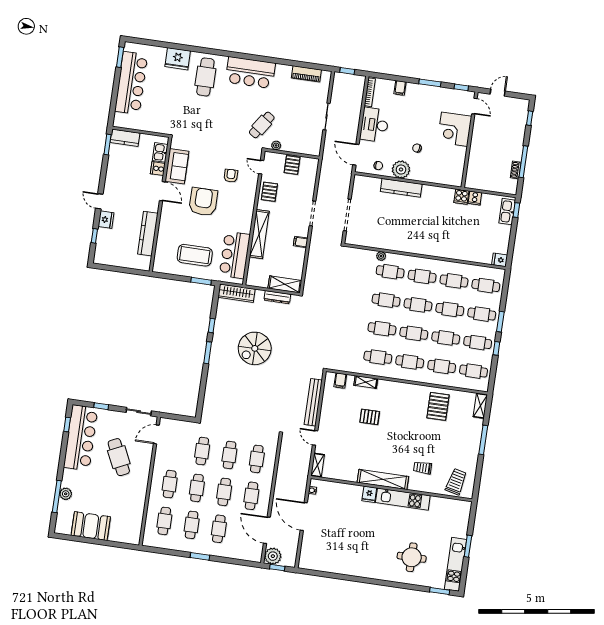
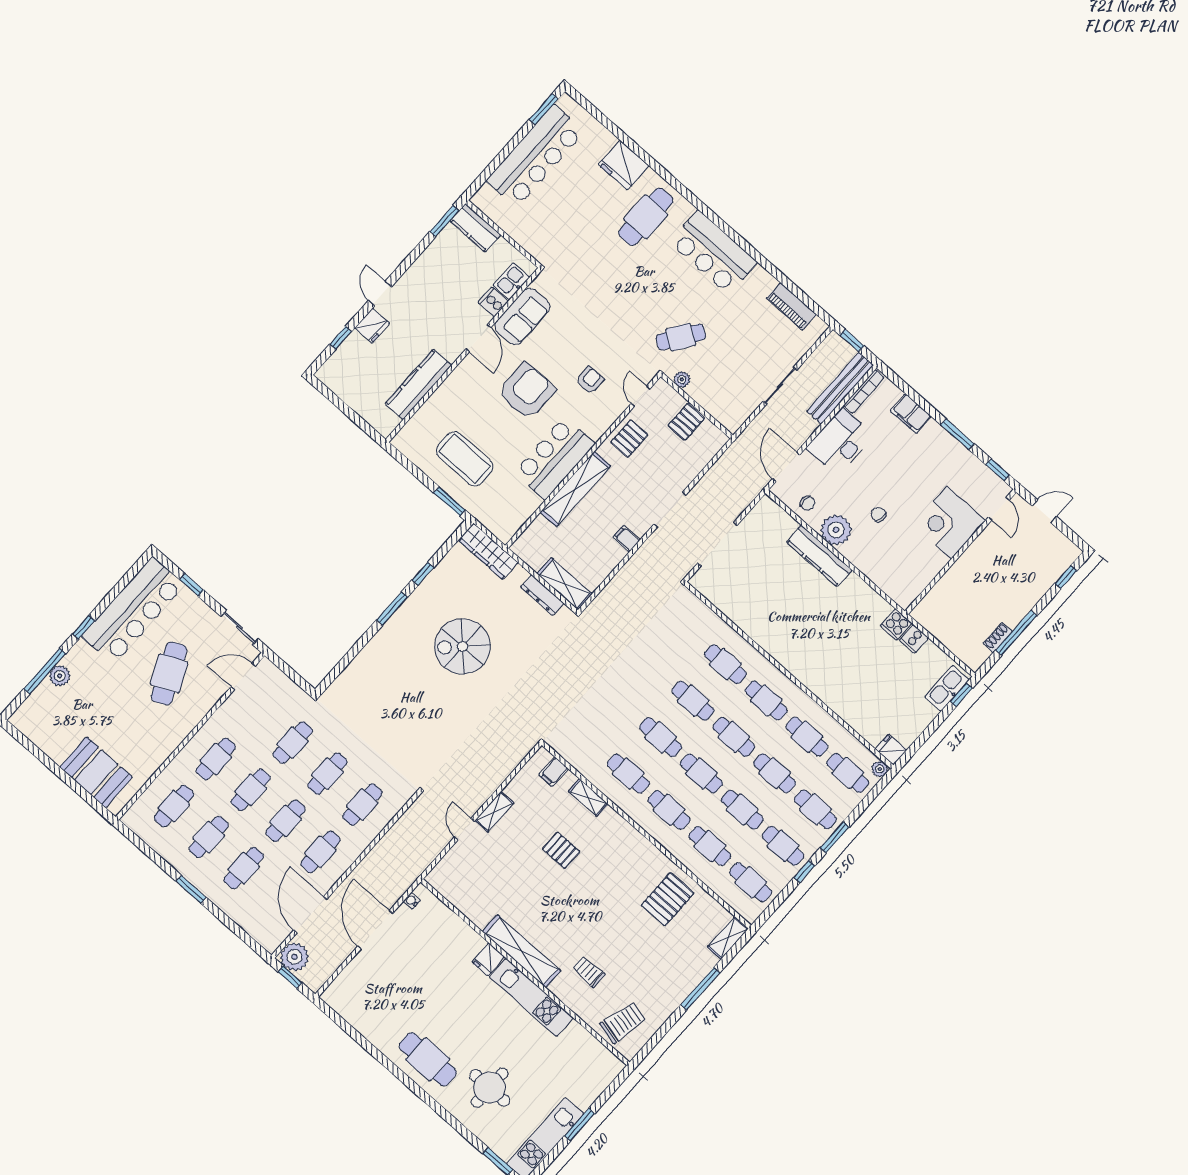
filing cabinet: (400, 88) -> (911, 414), width x2.00
bar counter: (235, 255) -> (555, 458), moved
plant: (381, 256) -> (880, 769), moved
bench: (313, 402) -> (840, 388), moved
window: (67, 424) -> (84, 627), moved
shelving: (318, 465) -> (494, 812), moved
booth: (91, 526) -> (96, 772), moved
cafe table: (372, 563) -> (428, 1059), added

